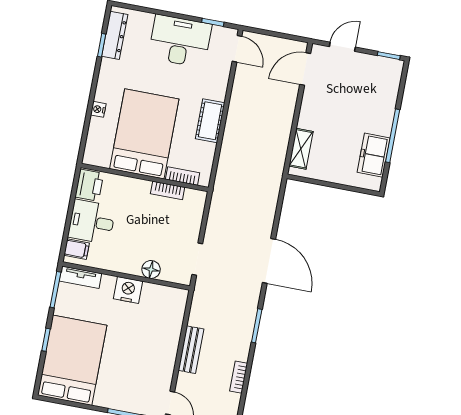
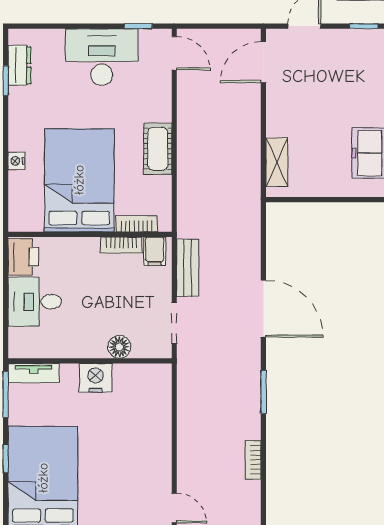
dresser: (115, 35) -> (20, 65), width x0.70
filing cabinet: (77, 249) -> (155, 251), moved, turned 90
bench: (191, 350) -> (188, 268), moved

